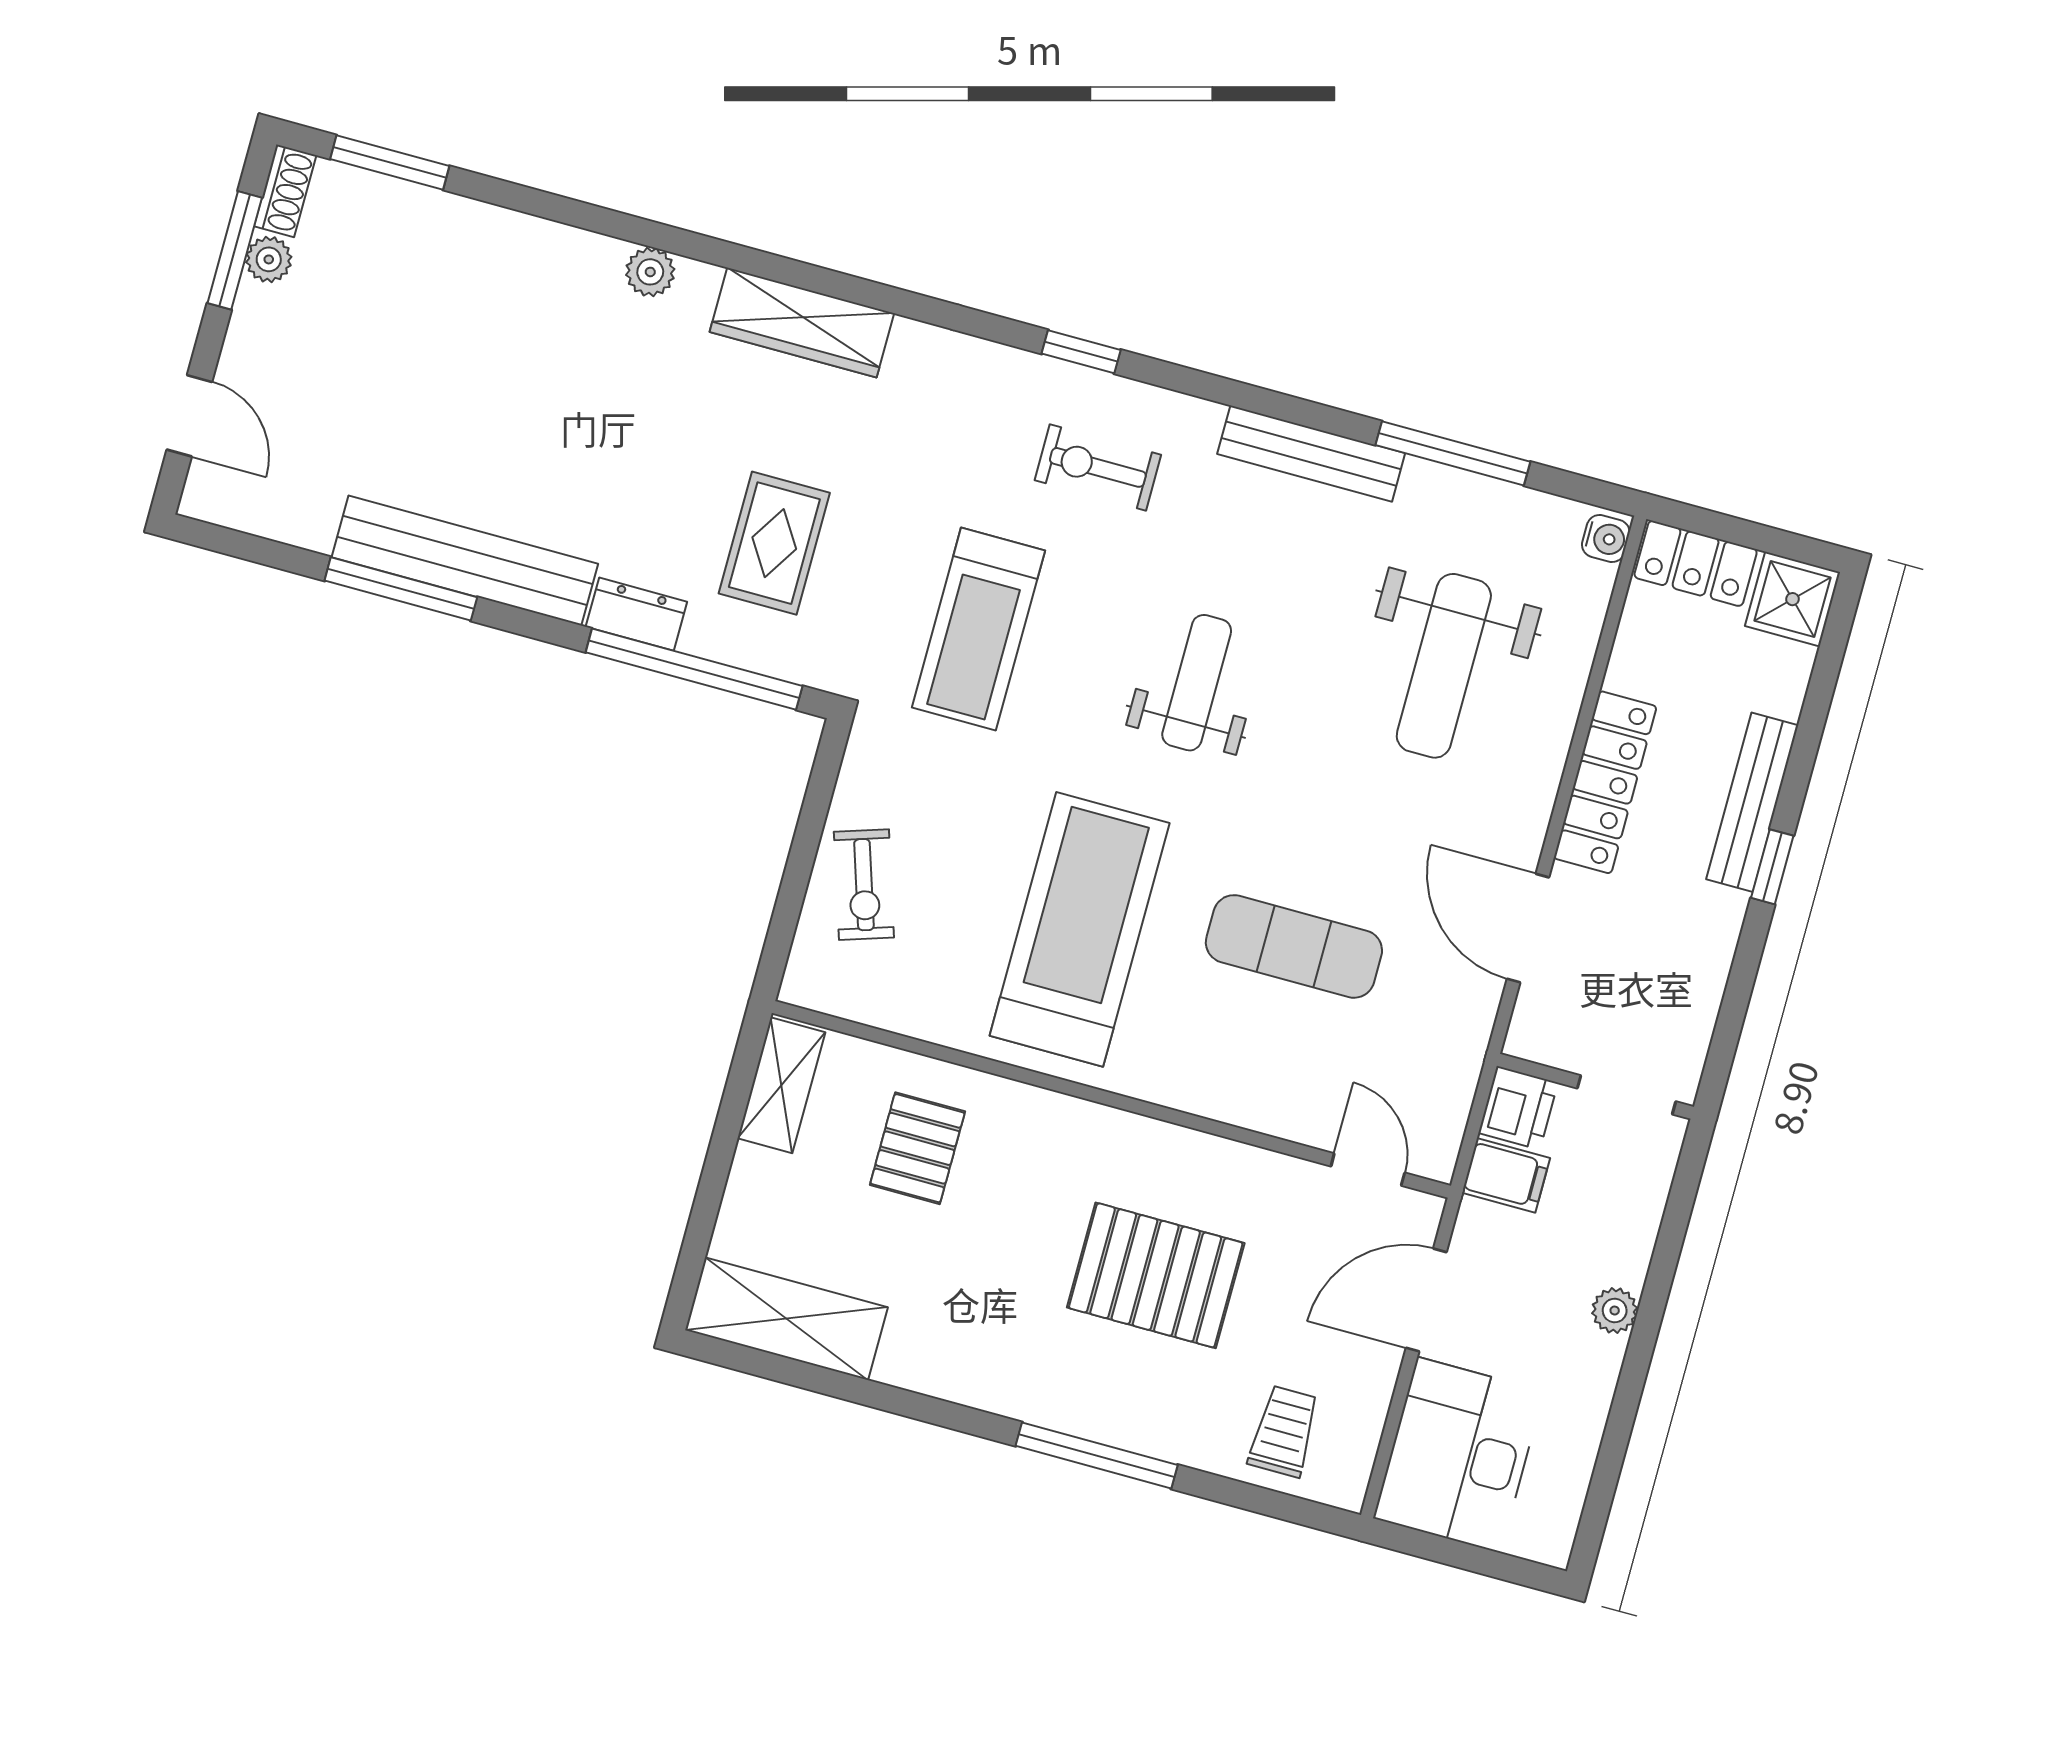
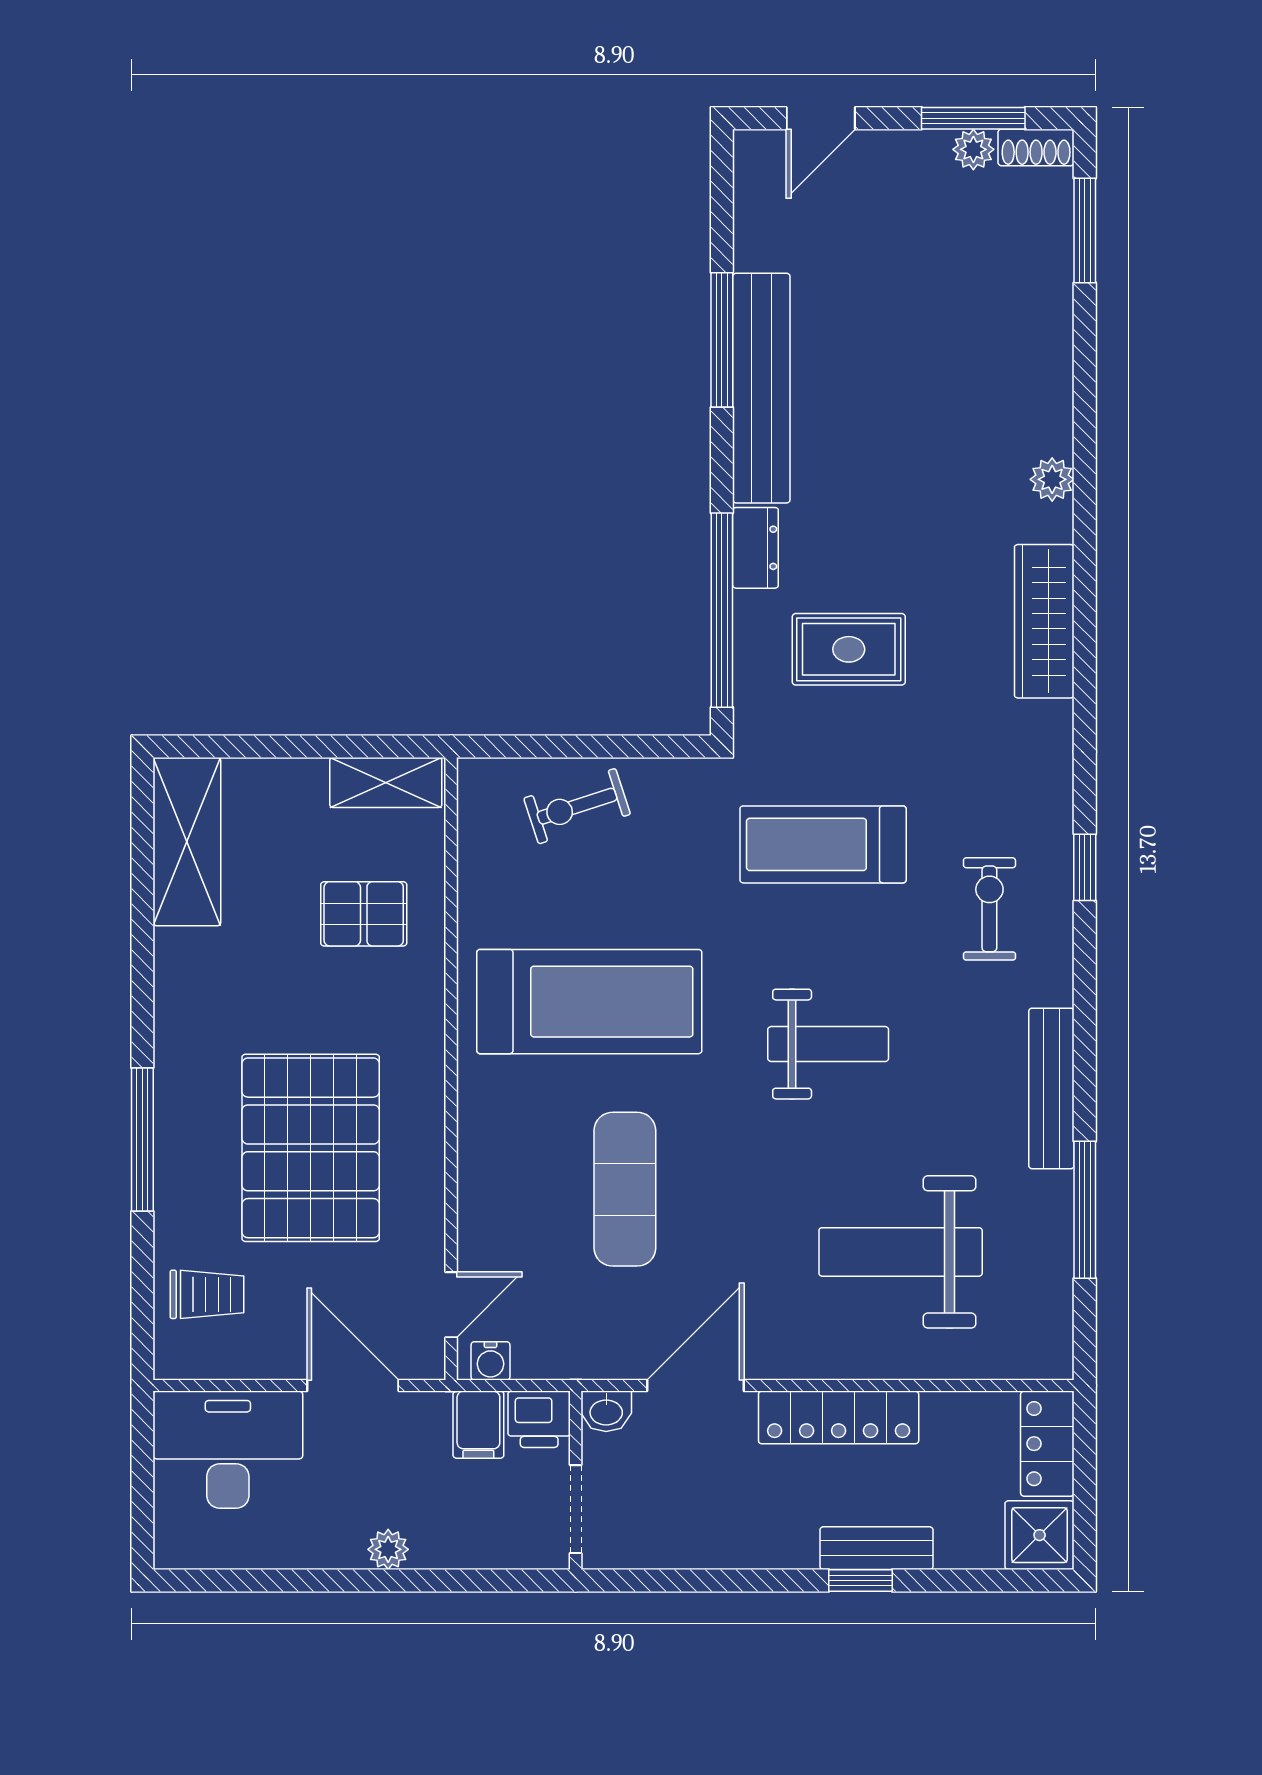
water cooler: (1606, 538) -> (491, 1361), moved
bench: (1752, 802) -> (876, 1548), width x0.73
window: (1772, 867) -> (860, 1581), moved
washbasin: (1529, 1033) -> (606, 1411), added
pallet: (1156, 1275) -> (311, 1148), width x1.37, depth x1.41

